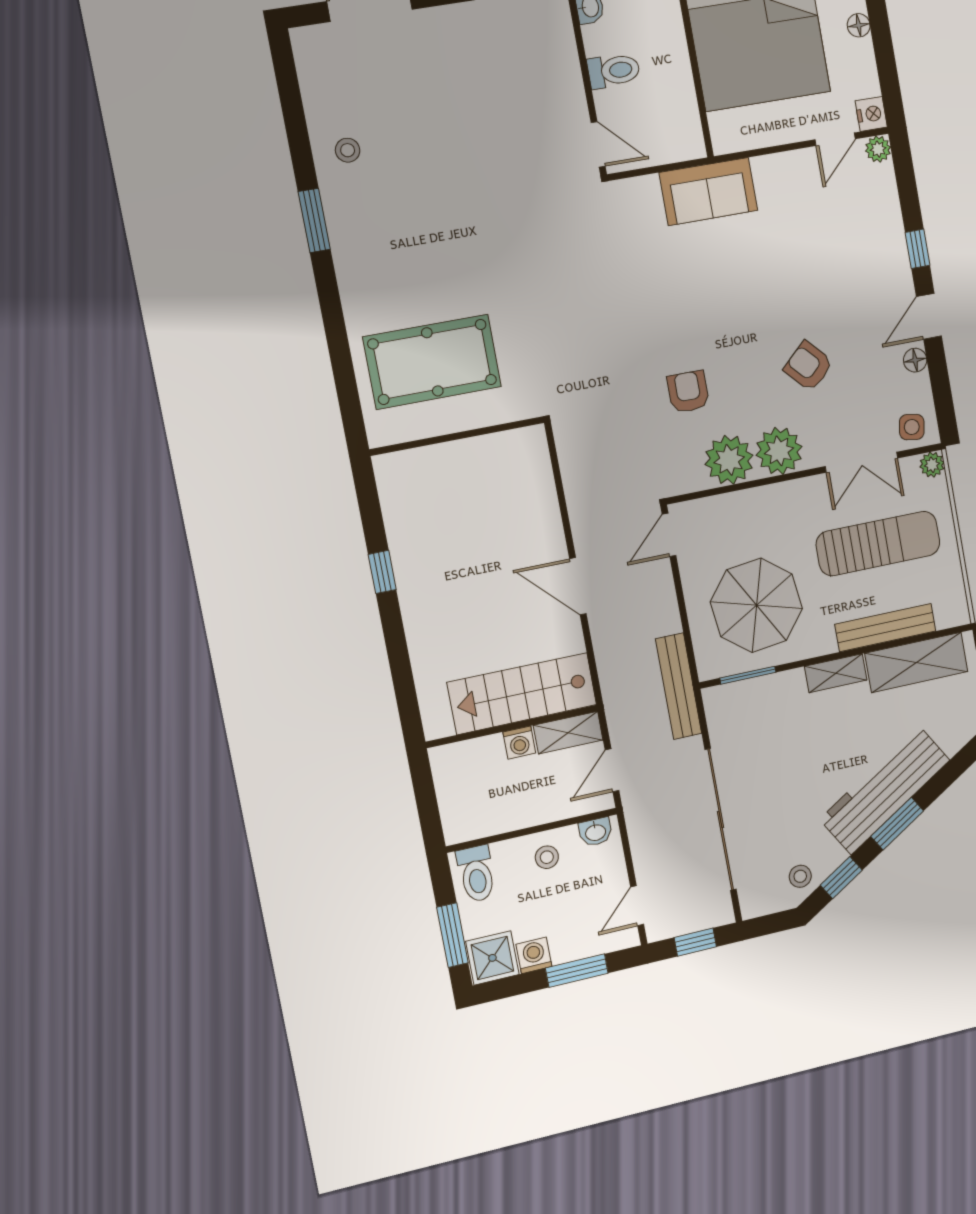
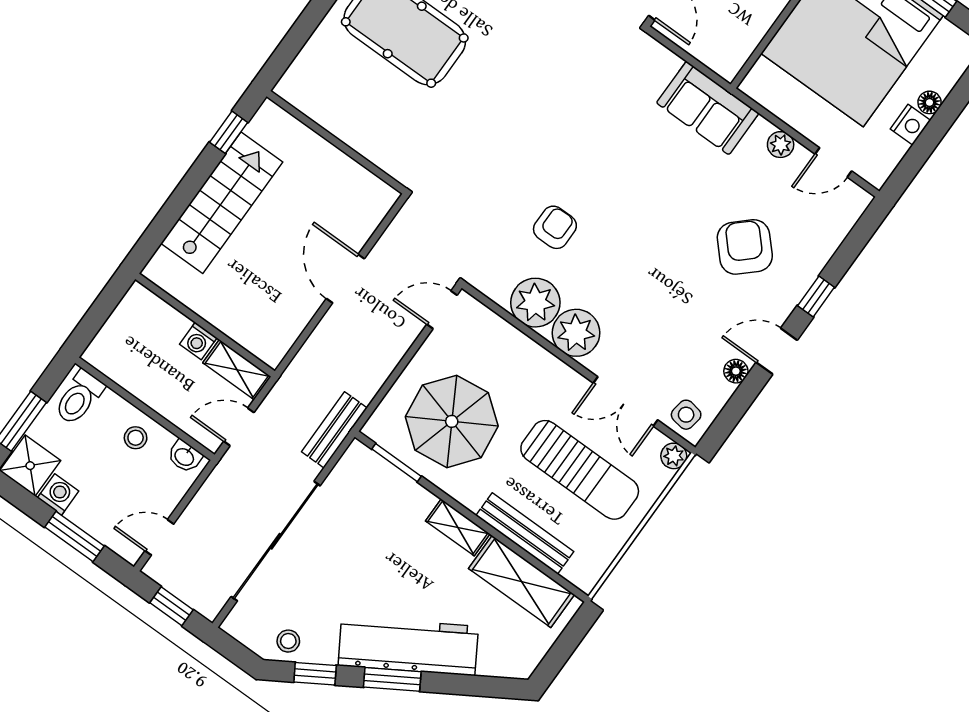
nightstand: (871, 114) -> (910, 125), moved
plant: (878, 149) -> (781, 145), moved
armchair: (808, 366) -> (745, 247), moved, width x1.38, depth x1.38
wall: (457, 436) -> (336, 142), moved
bench: (679, 686) -> (334, 430), width x0.73
stairs: (522, 694) -> (222, 203), moved, turned 90

